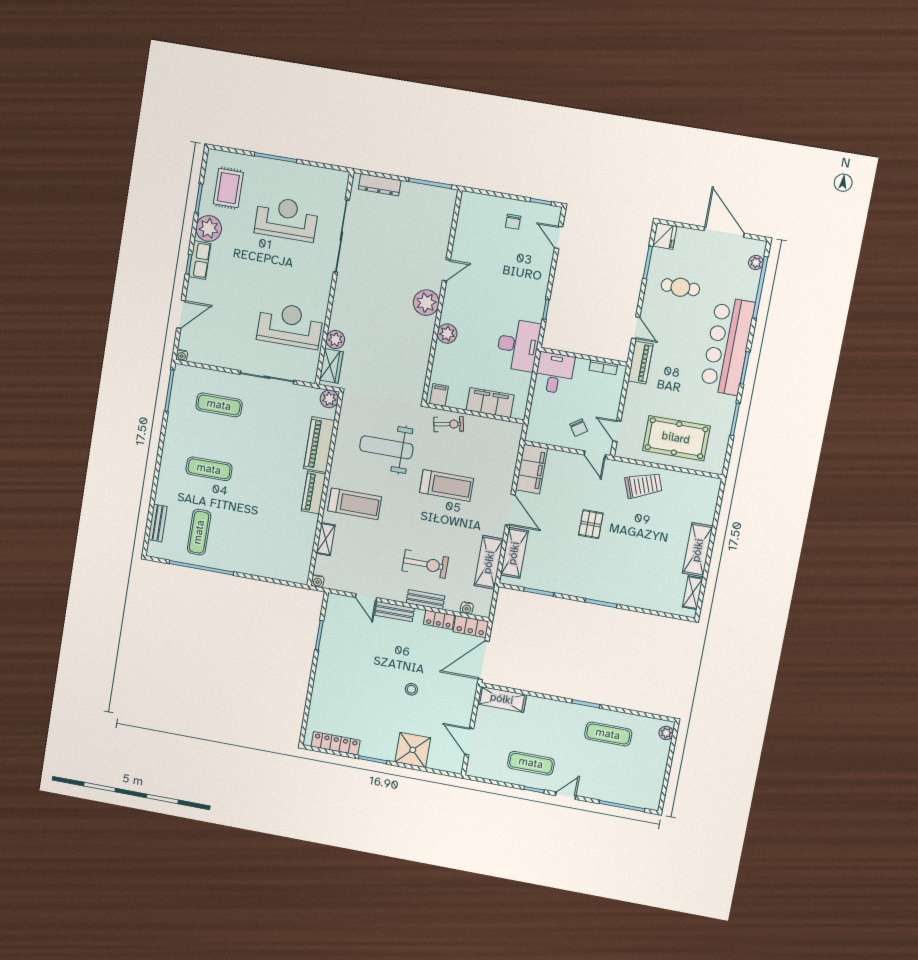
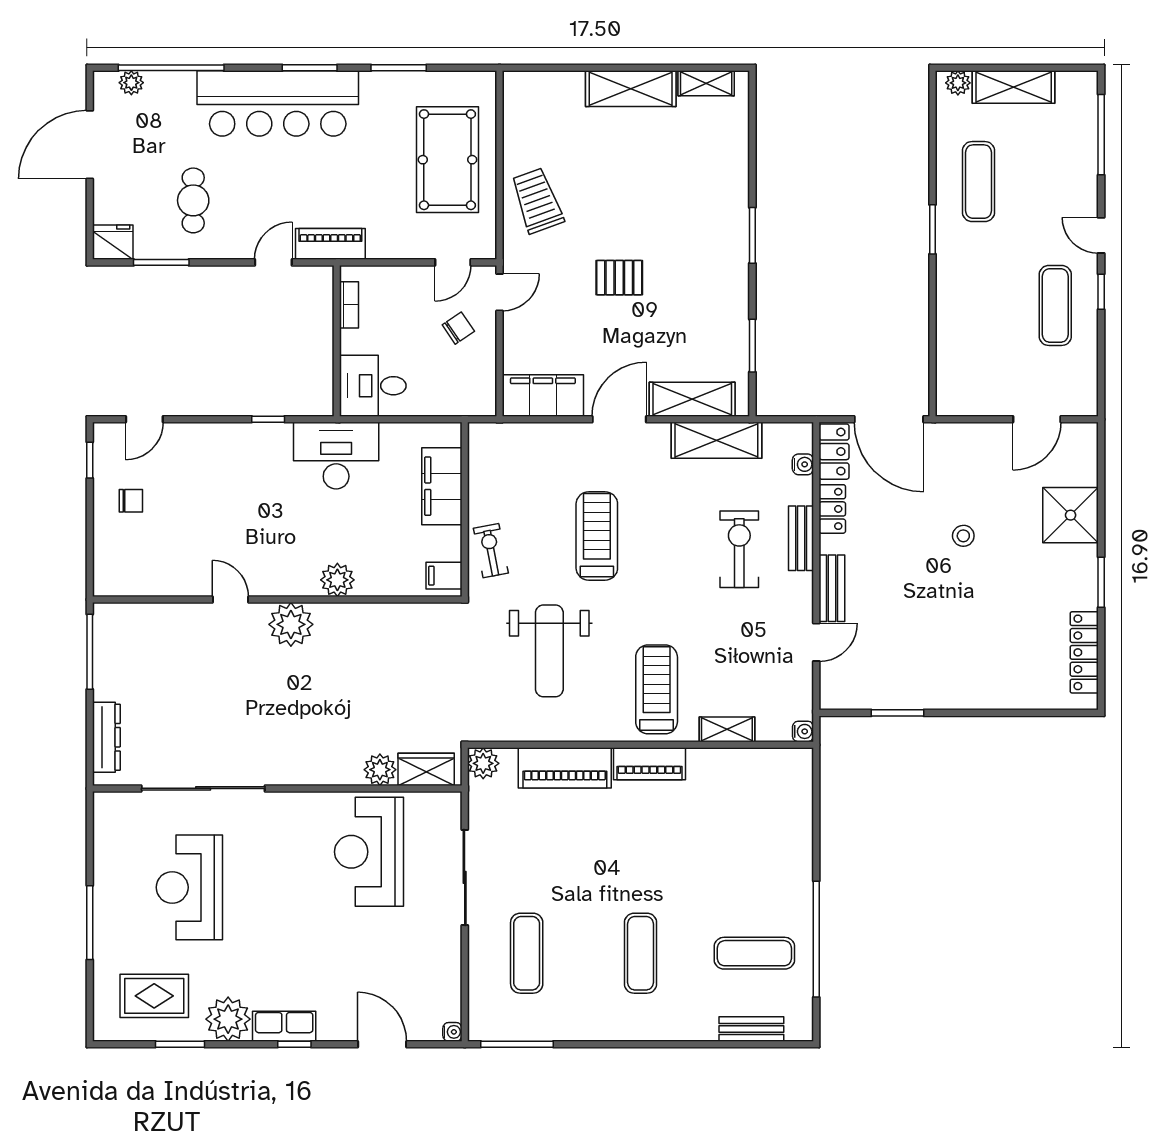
shelving: (502, 699) -> (1014, 87), moved, turned 90

